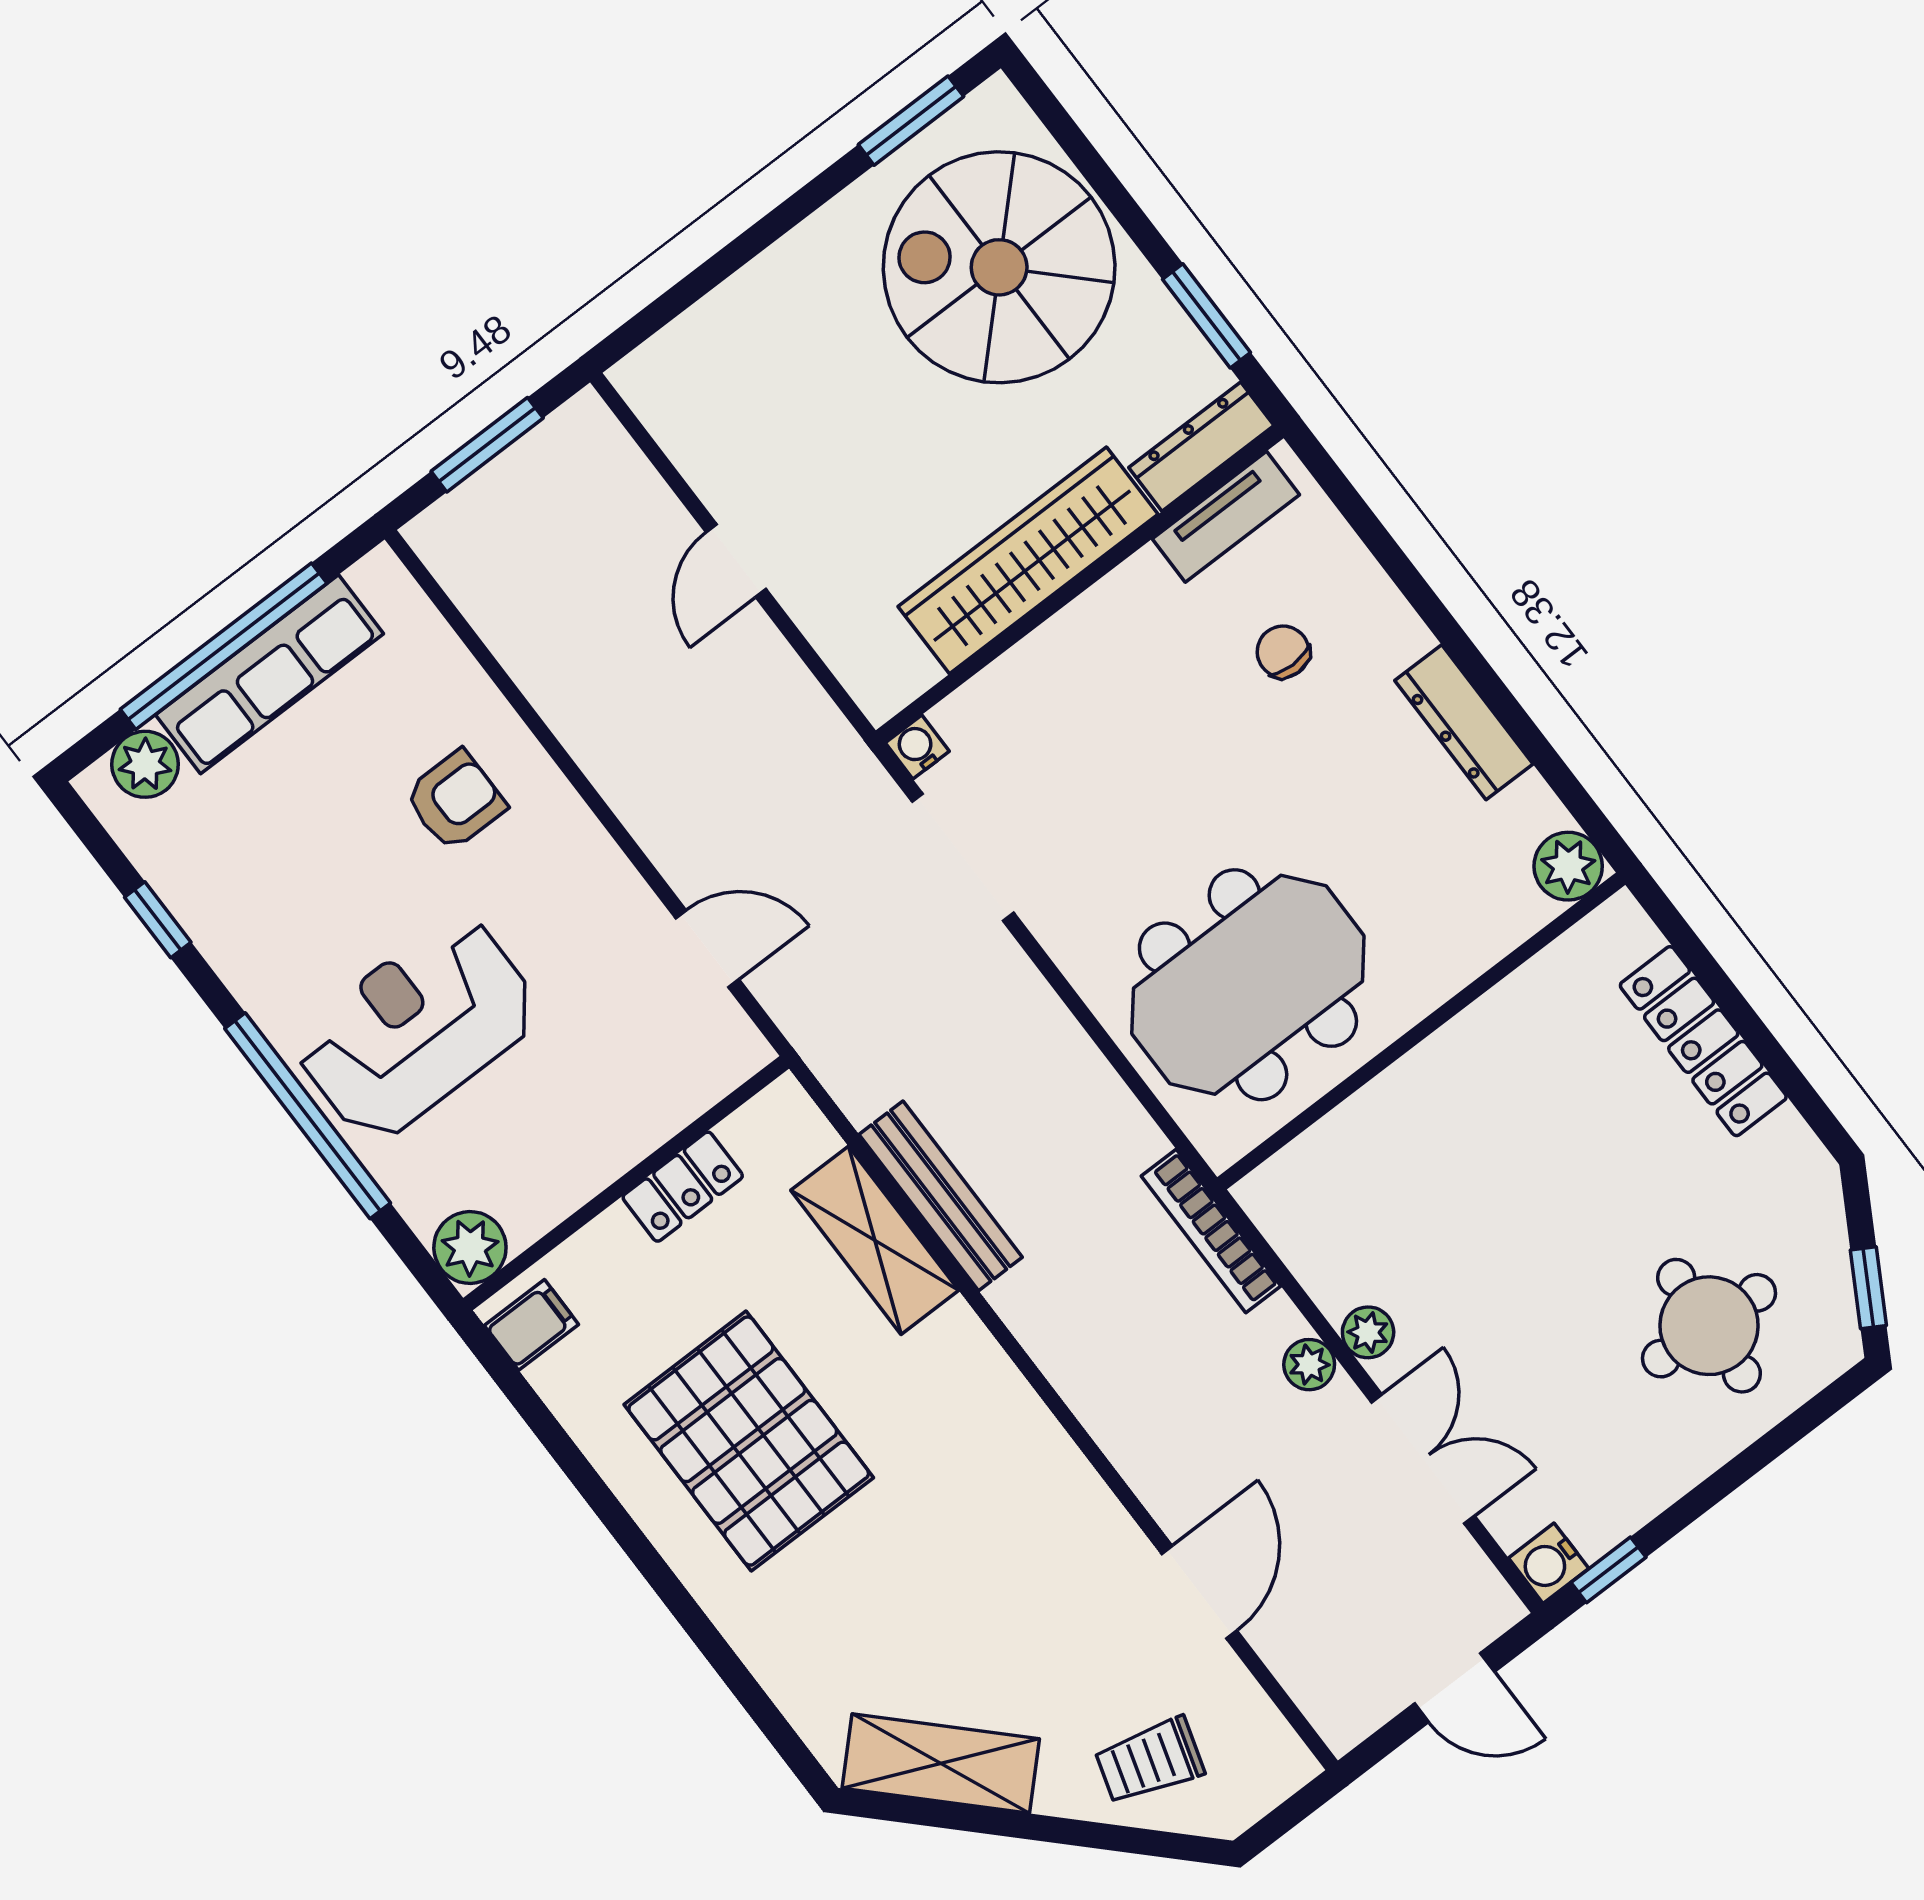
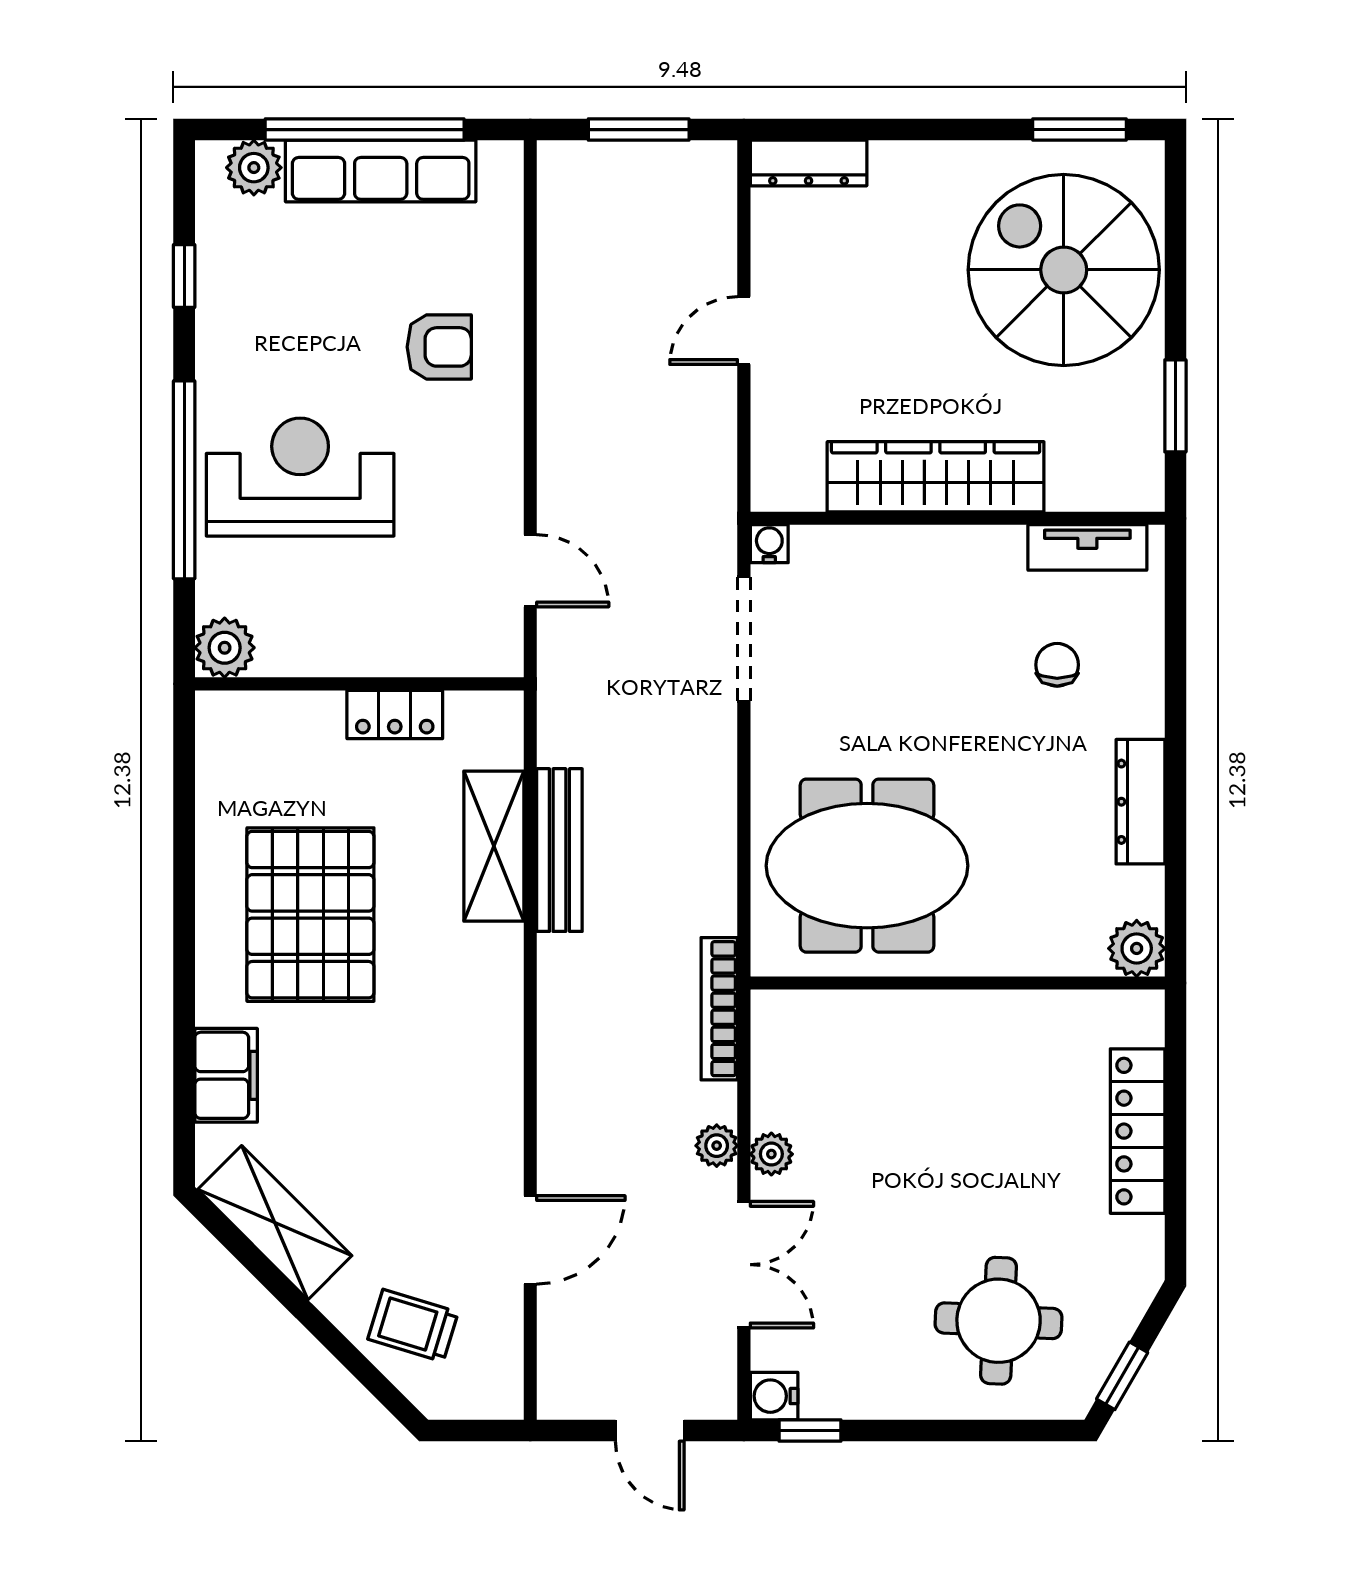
dresser: (1201, 447) -> (809, 163), moved, turned 180
filing cabinet: (531, 1325) -> (226, 1075), moved, width x2.00

